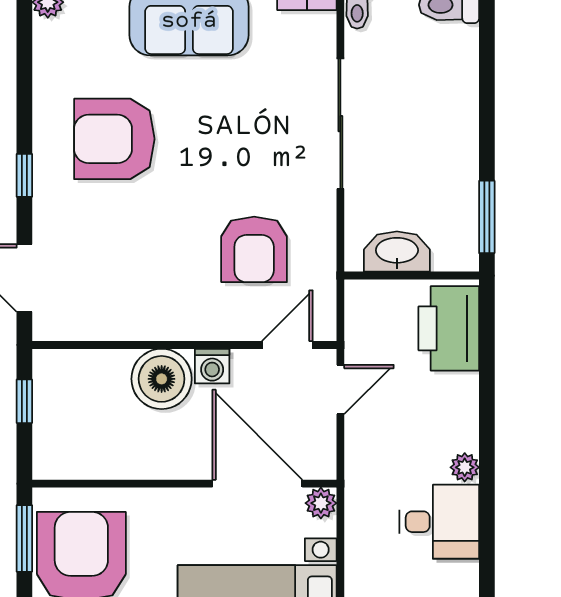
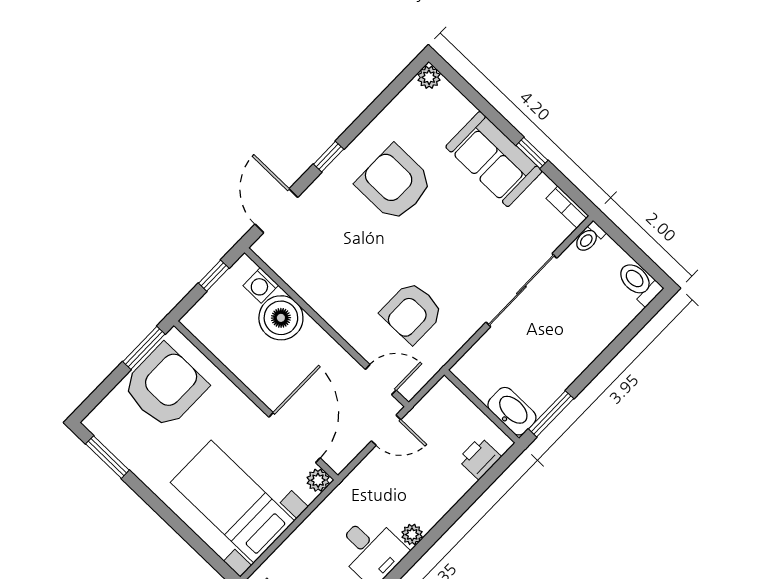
washbasin: (397, 252) -> (512, 411), moved
printer: (449, 328) -> (480, 458), width x0.53, depth x0.68
washing machine: (212, 366) -> (261, 285), moved
boiler: (162, 379) -> (281, 318), moved

